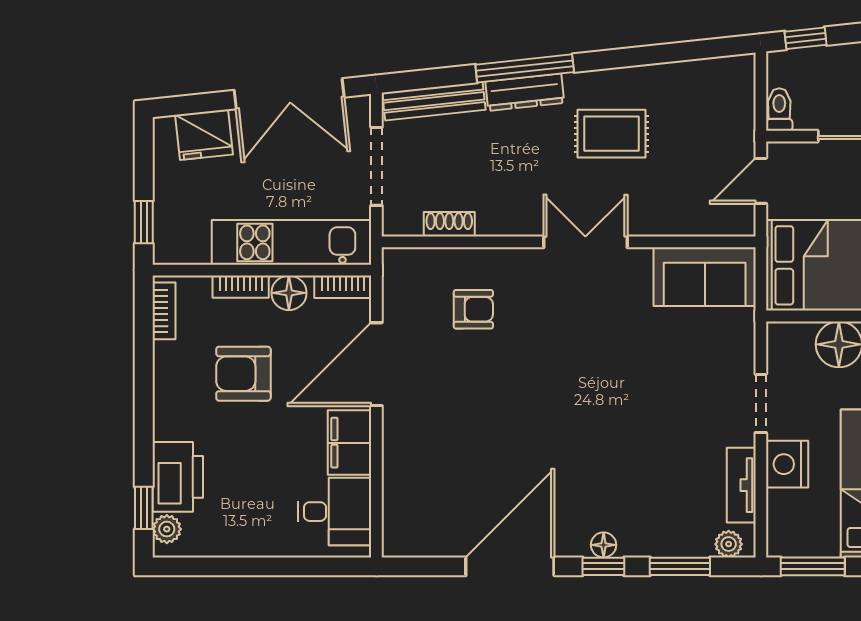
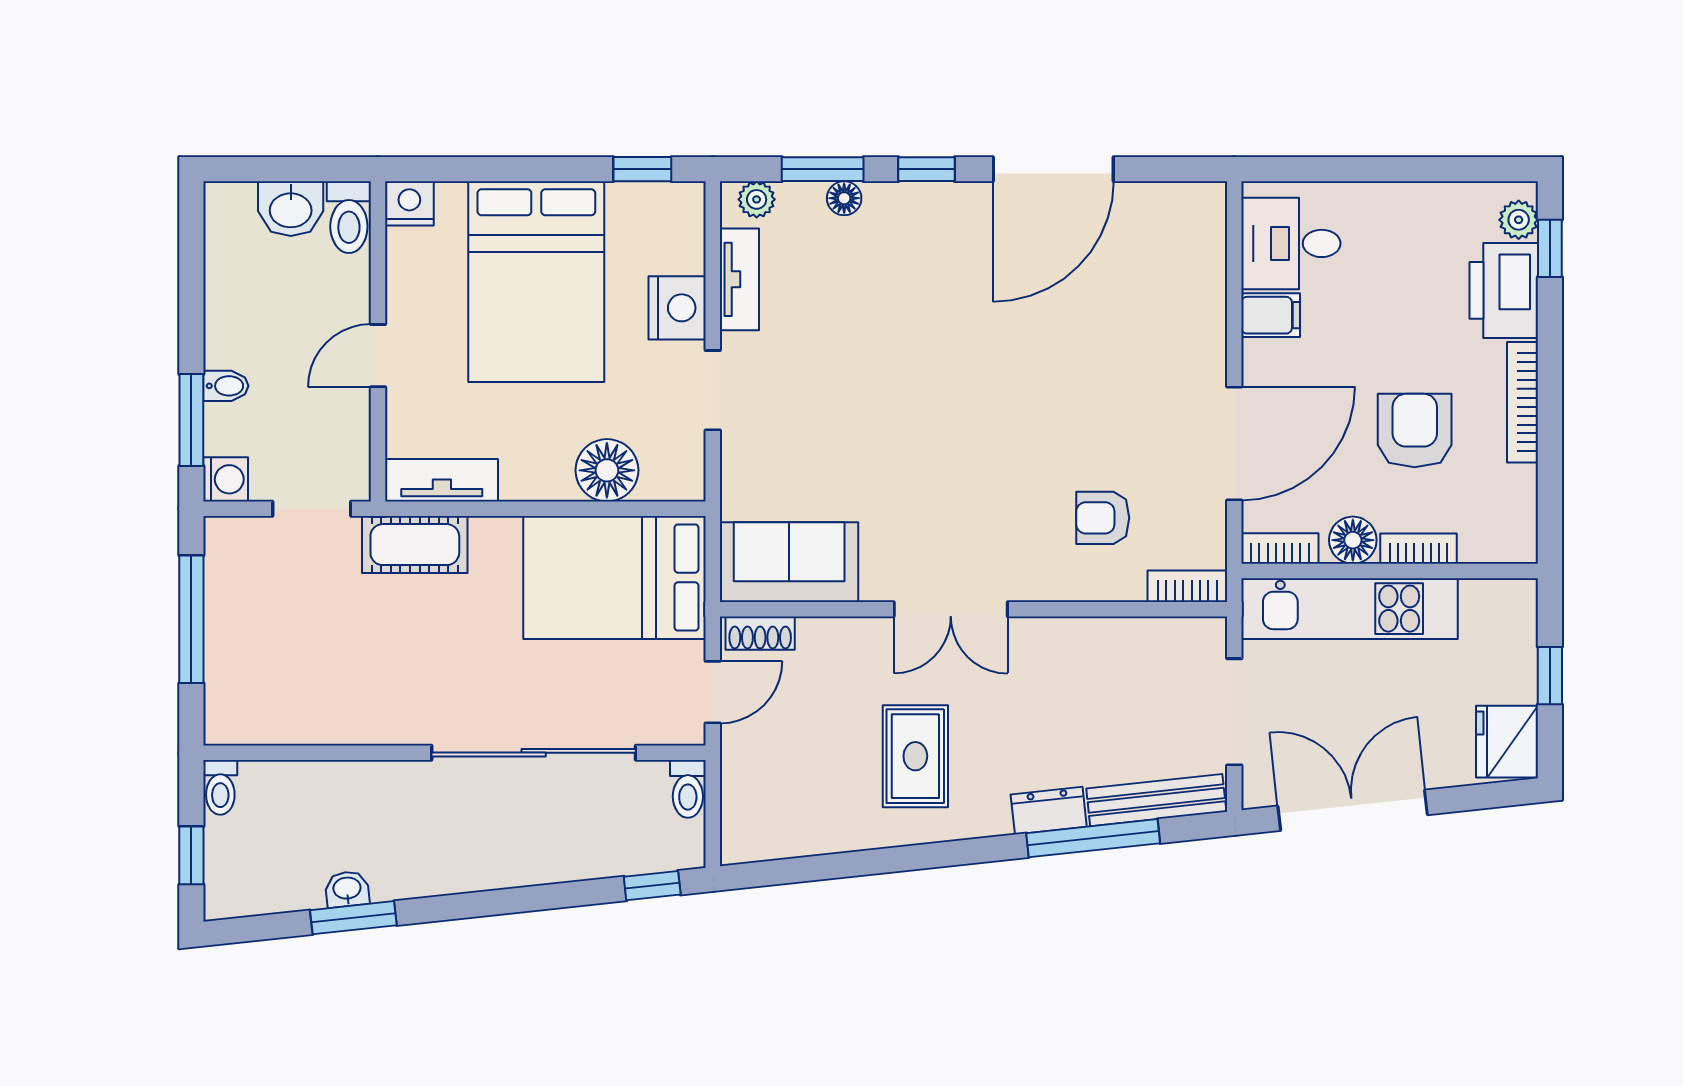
window: (525, 68) -> (1093, 838), moved
dresser: (525, 92) -> (1049, 811), width x0.70
rug: (612, 134) -> (915, 756), turned 90
fridge: (204, 135) -> (1507, 742), moved, turned -84
window: (144, 222) -> (1550, 676), moved
shoe rack: (449, 224) -> (760, 633), moved
bookcase: (411, 259) -> (1187, 586), added
bookcase: (164, 311) -> (1523, 402), moved, width x1.56
armchair: (243, 374) -> (1415, 430), turned -90
filing cabinet: (350, 443) -> (1271, 315), width x0.50
floor lamp: (604, 545) -> (844, 198), moved
window: (813, 566) -> (642, 169), width x0.67

